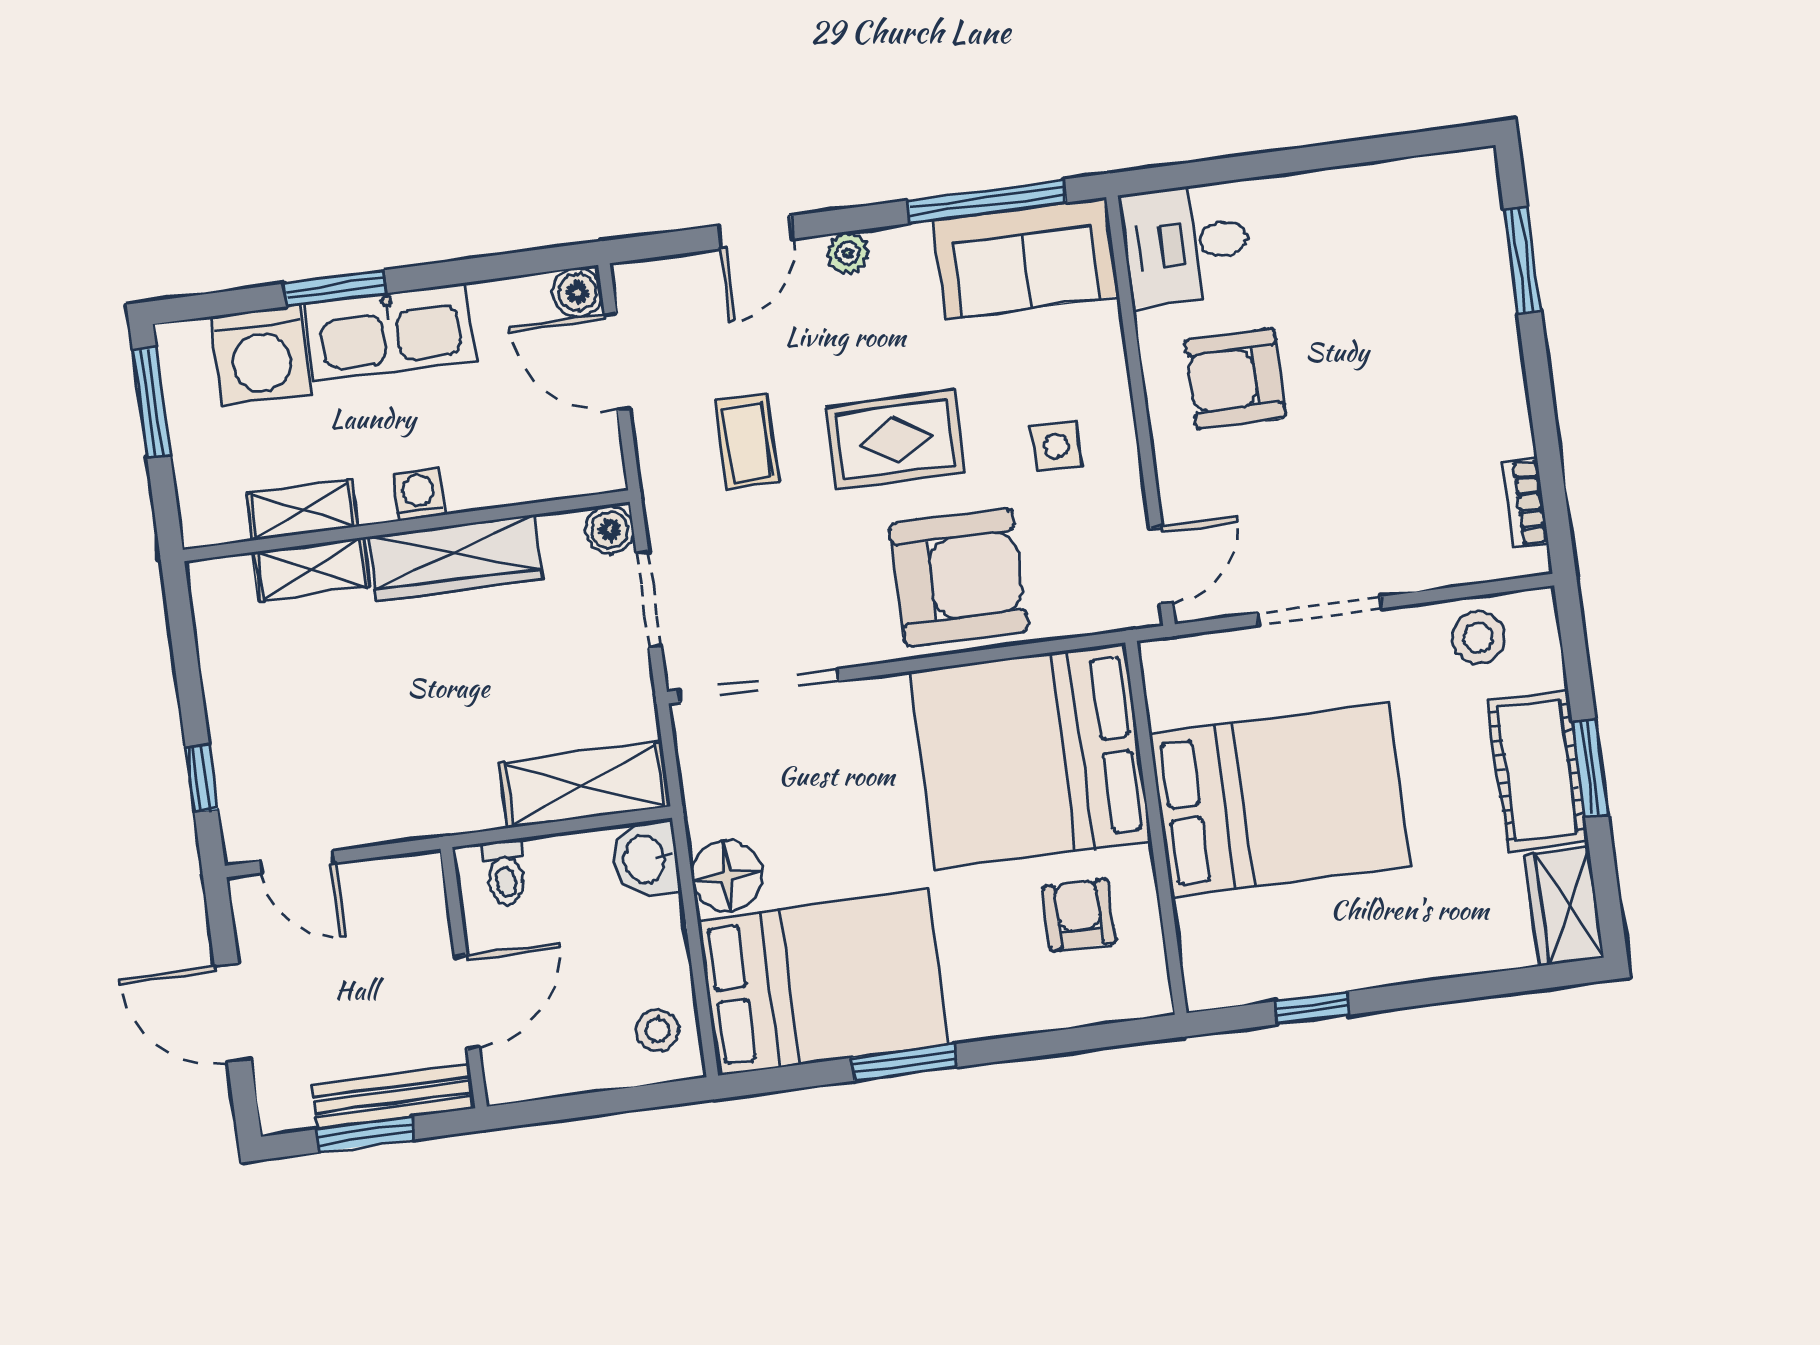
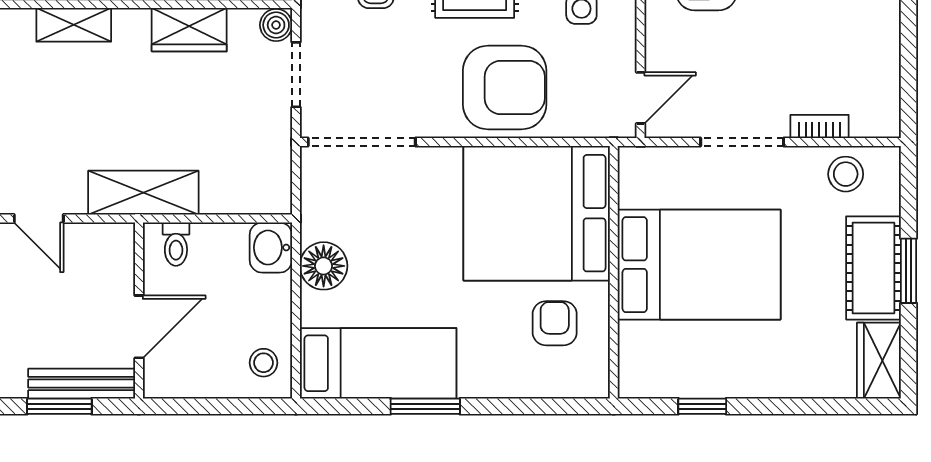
bookcase: (1526, 503) -> (819, 126), moved, turned 90
wardrobe: (455, 558) -> (189, 30), width x0.67
shelving: (585, 785) -> (143, 193), moved
bed: (823, 982) -> (378, 363), width x0.67

